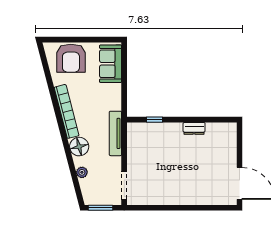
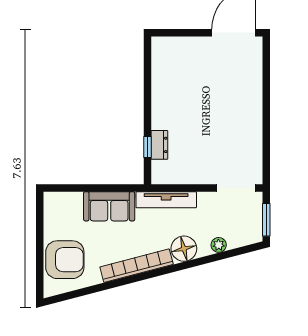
sofa: (111, 64) -> (109, 206), moved
dresser: (194, 128) -> (159, 145), moved

